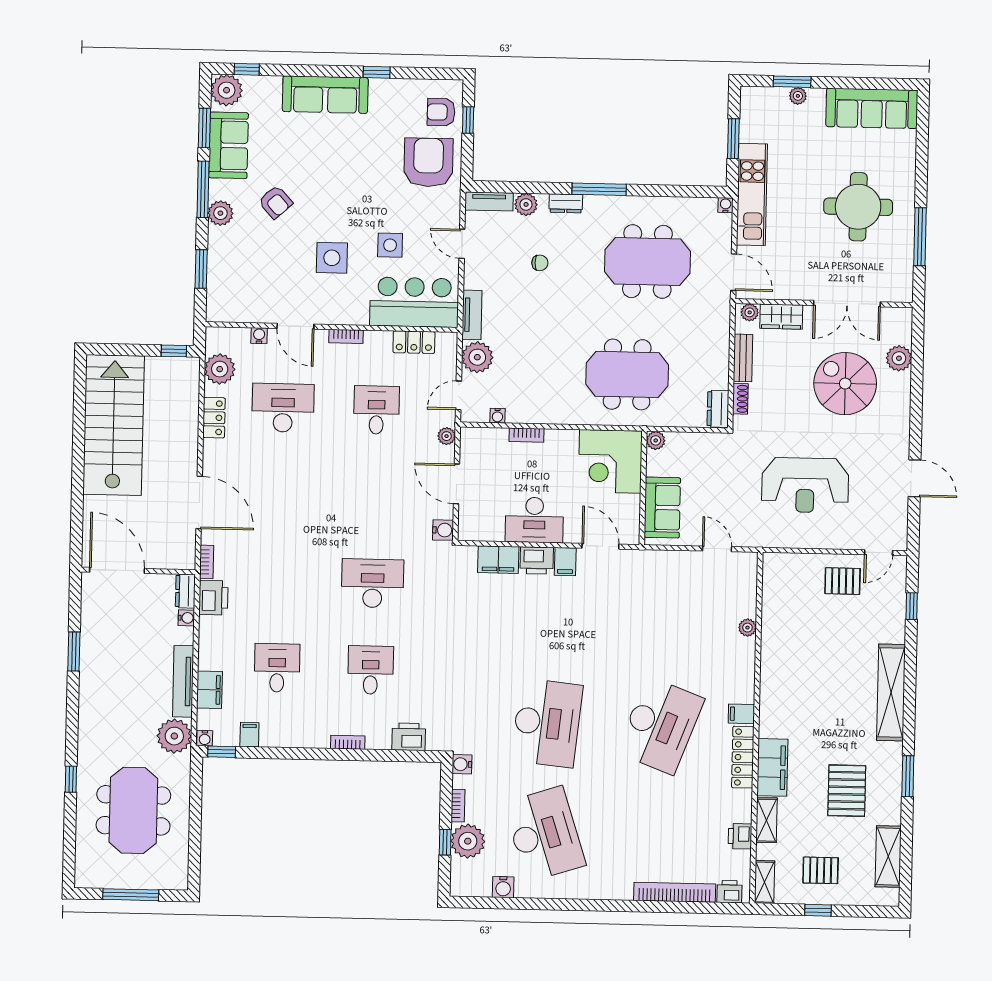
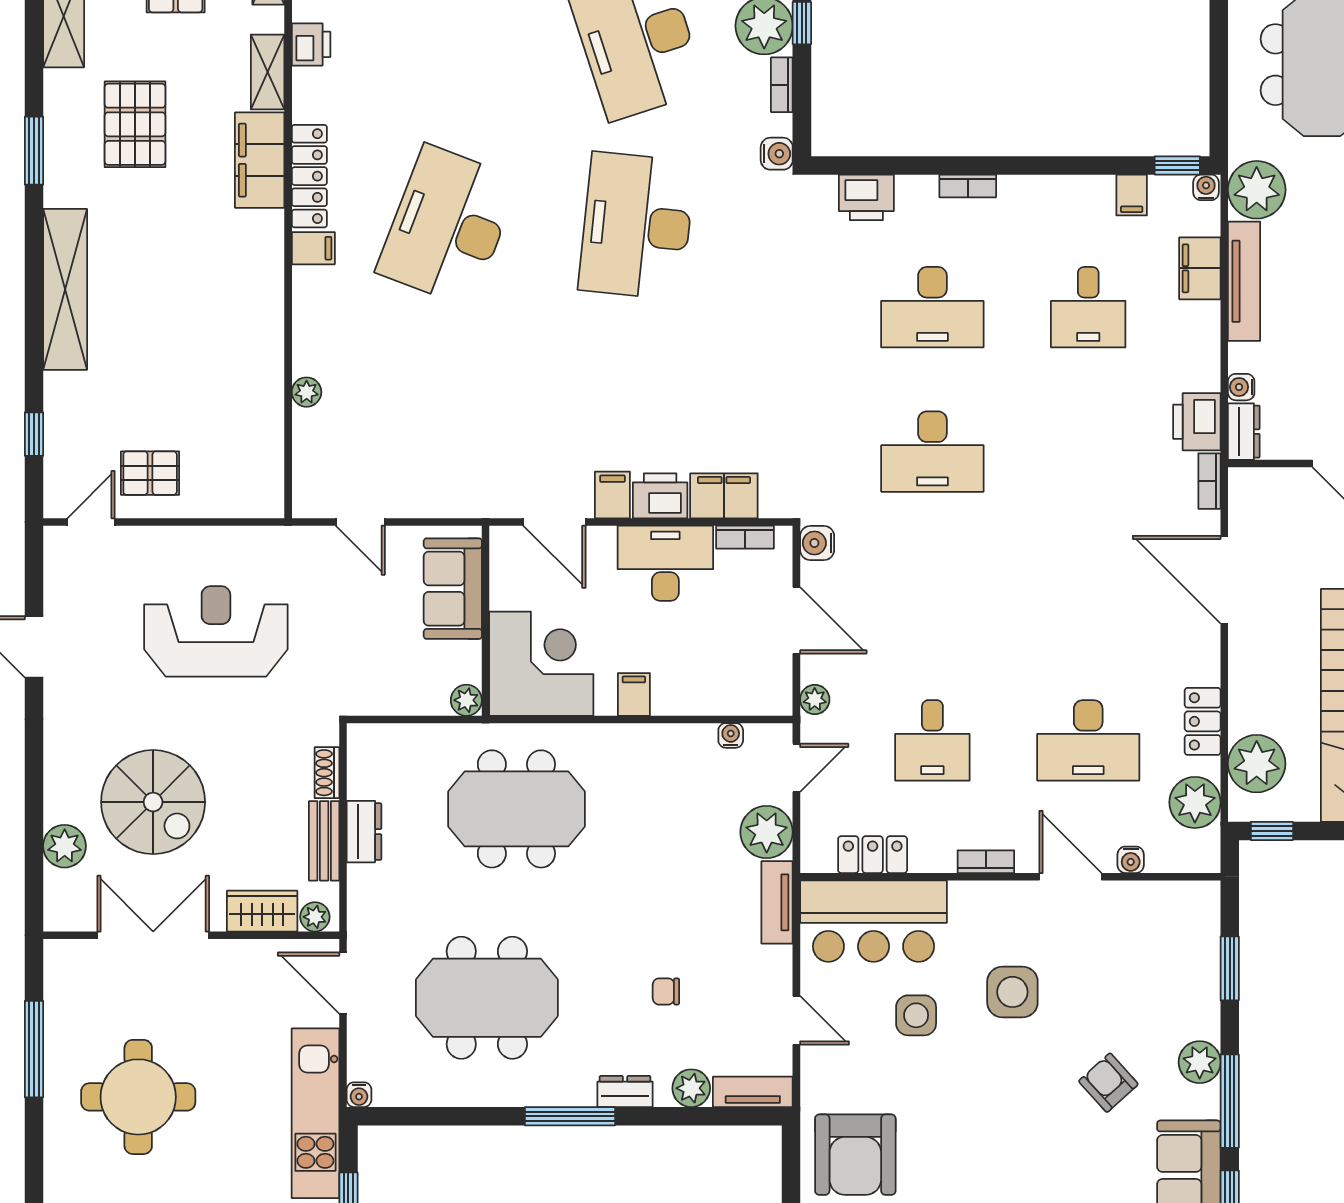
plant: (182, 392) -> (1257, 764), added
dresser: (718, 409) -> (364, 832), moved
bookcase: (527, 435) -> (745, 537), moved, turned 180
filing cabinet: (555, 442) -> (634, 694), added
desk: (371, 670) -> (932, 307), width x1.37

